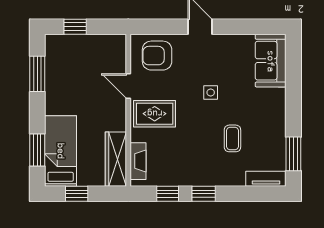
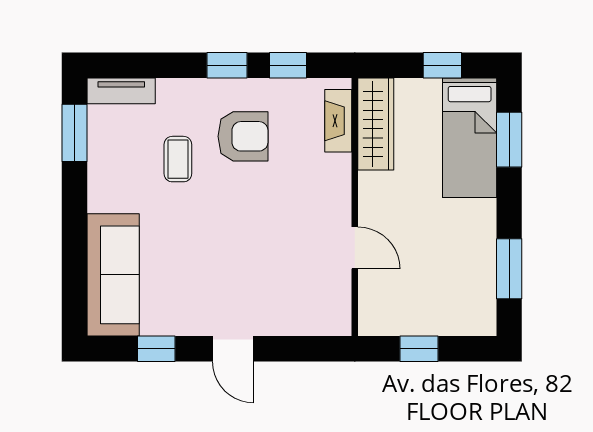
window: (75, 27) -> (419, 349), moved
window: (245, 27) -> (156, 349), added
armchair: (157, 56) -> (243, 136), moved
sofa: (271, 61) -> (113, 275), width x1.36
side table: (211, 92) -> (215, 237), removed
rug: (155, 114) -> (310, 201), removed

